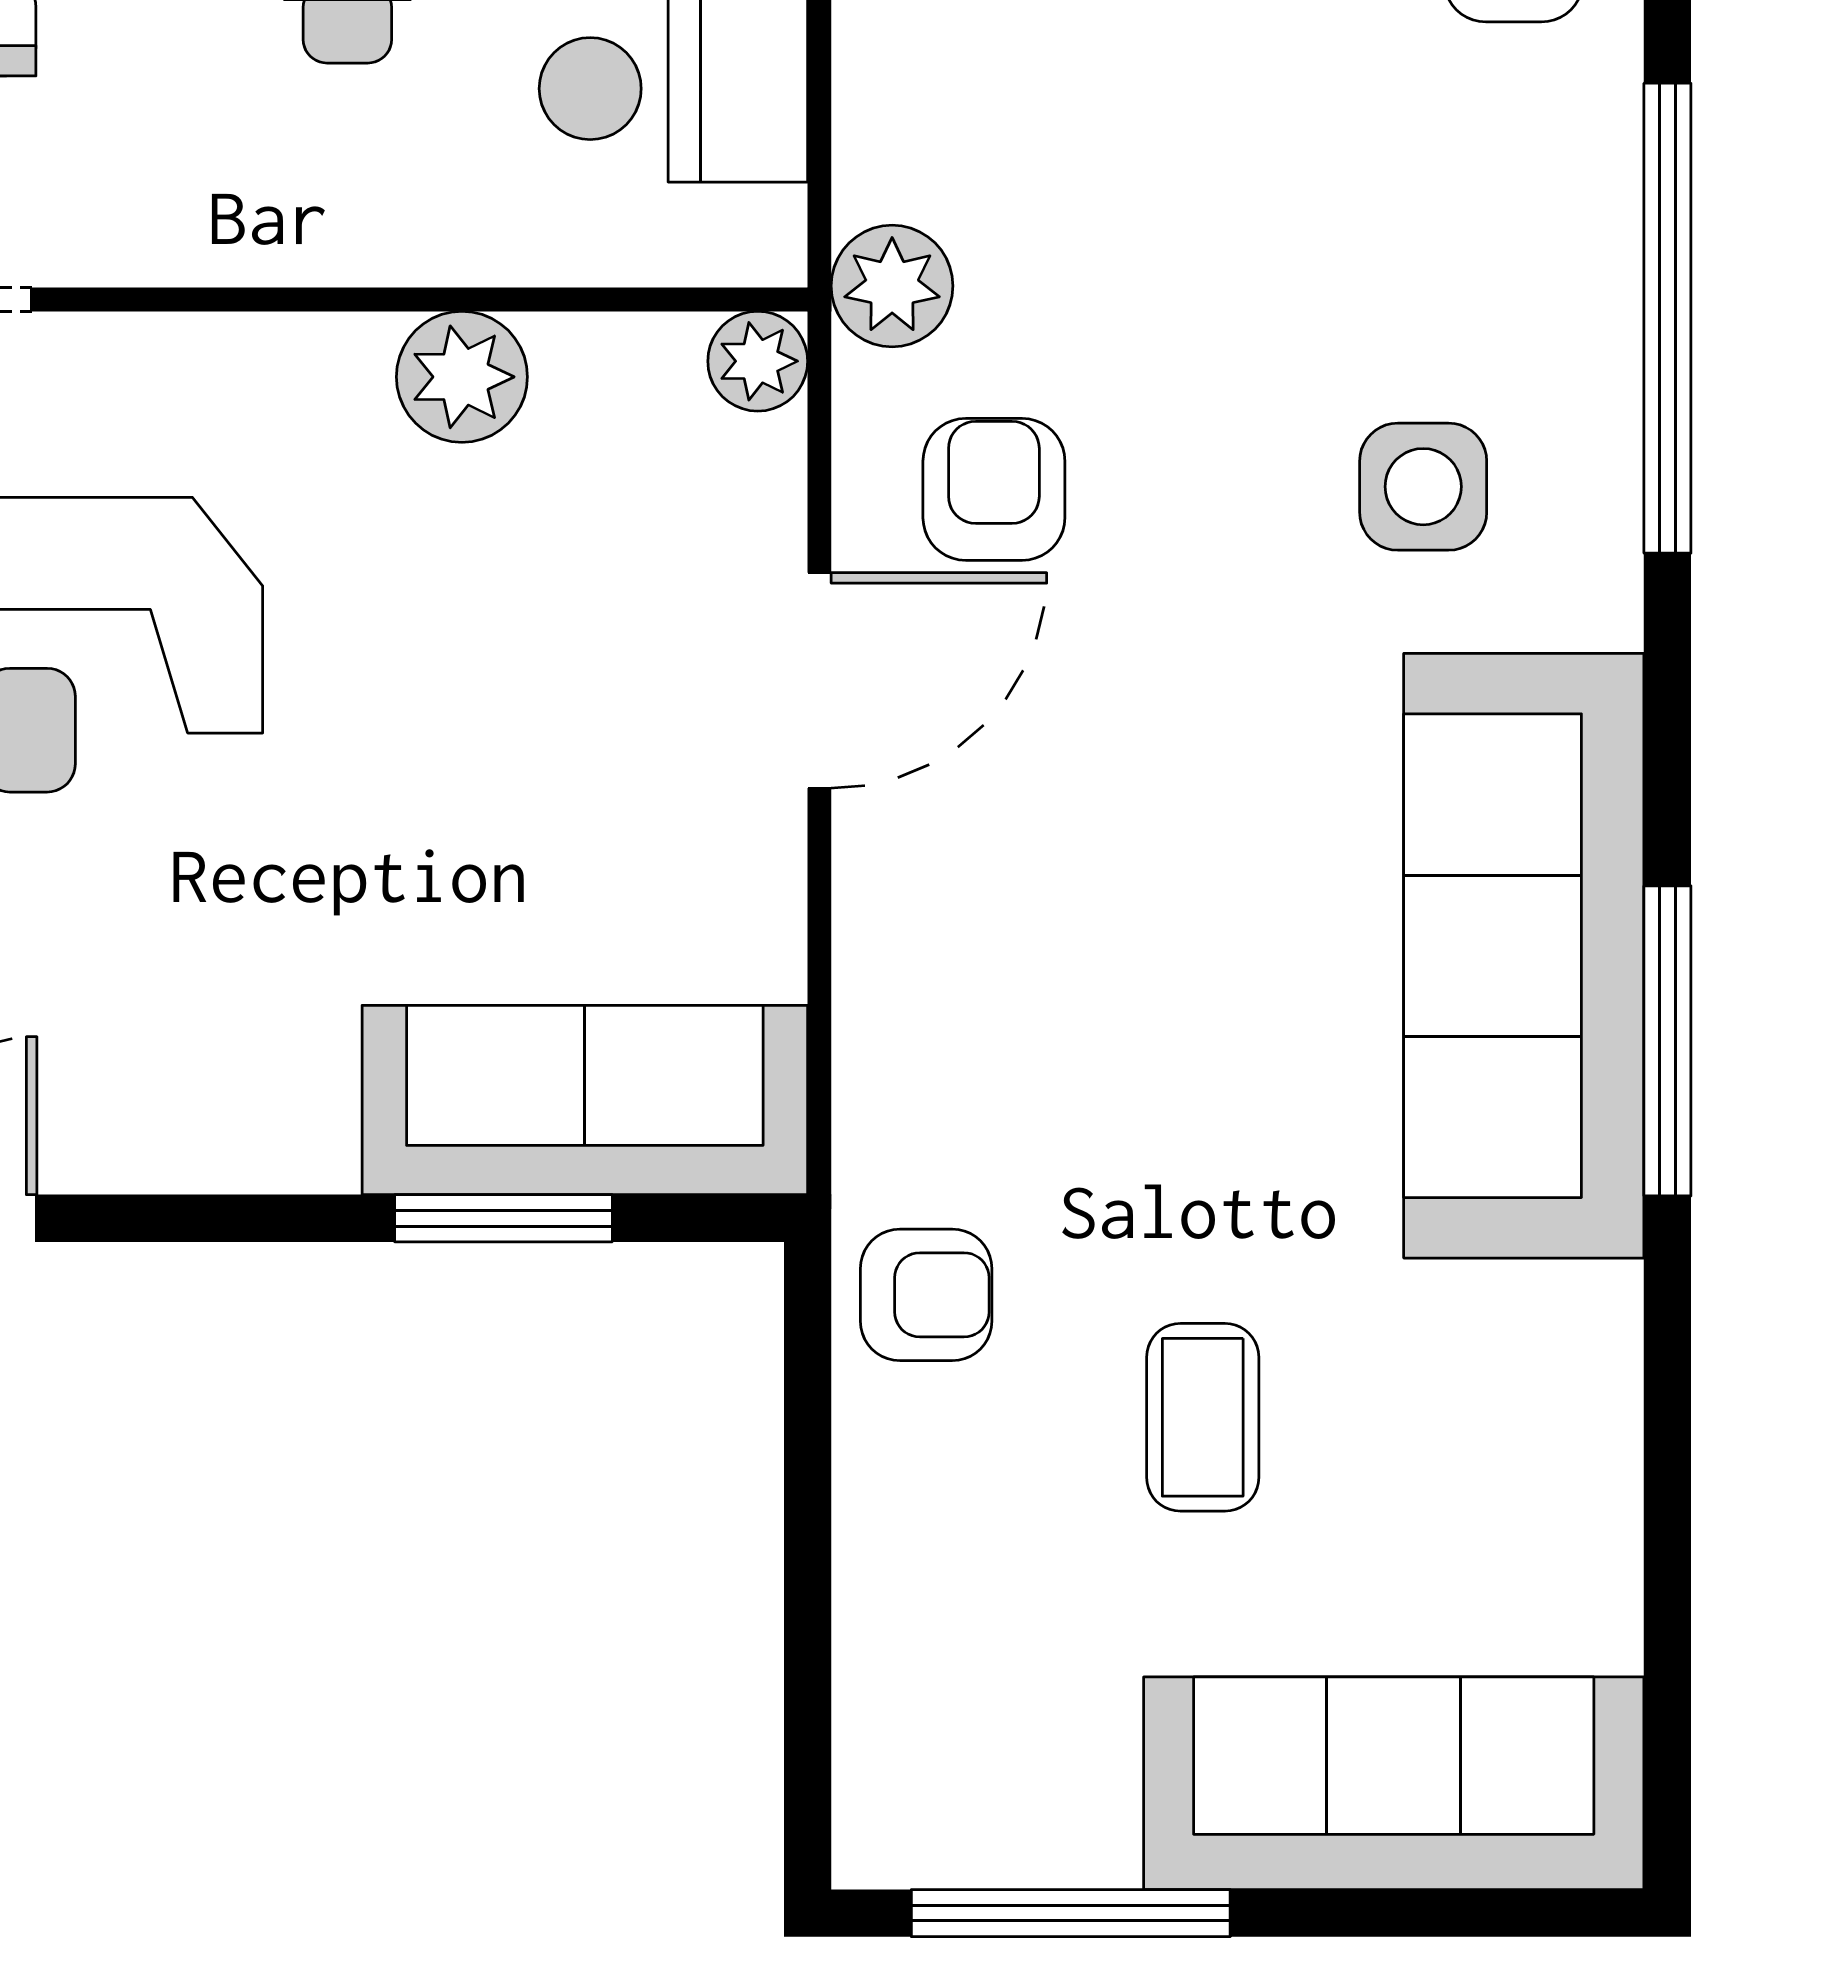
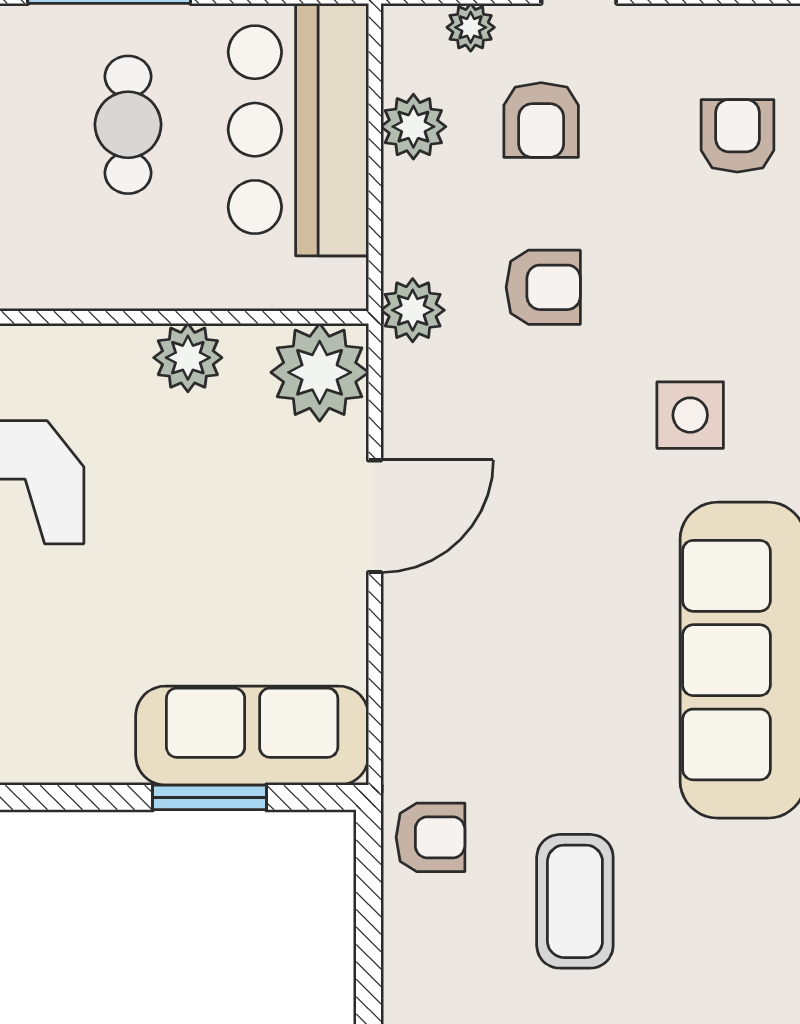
plant: (758, 361) -> (320, 372), width x1.88, depth x1.88
armchair: (994, 489) -> (543, 287), moved, turned 90
coffee table: (1203, 1417) -> (575, 901), width x1.36, depth x1.30

